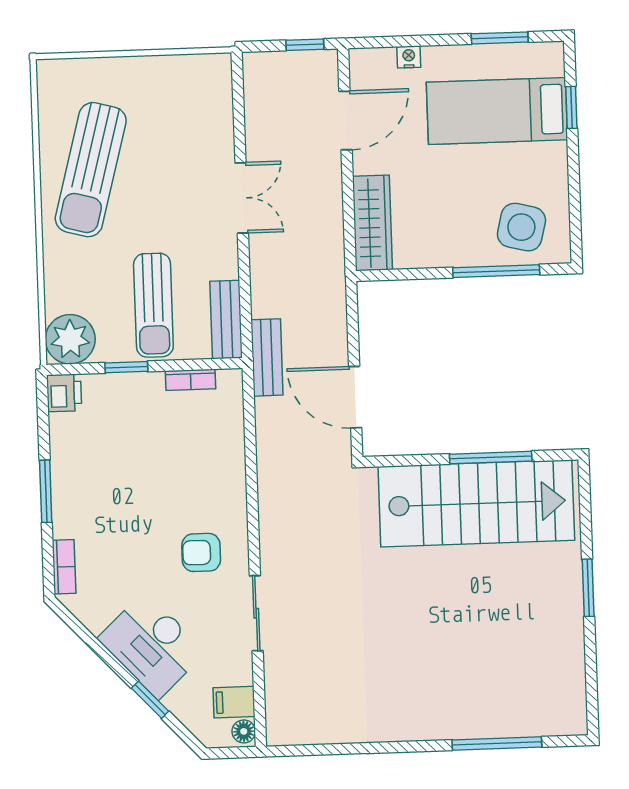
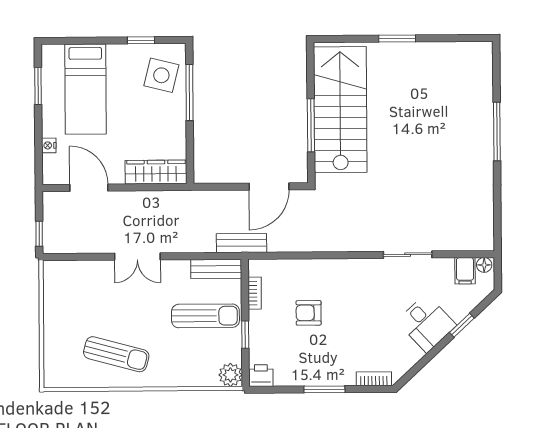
window: (305, 45) -> (39, 234), moved
window: (571, 107) -> (141, 40), moved
sun lounger: (91, 170) -> (116, 354), width x0.73, depth x0.75
double door: (242, 198) -> (137, 257), swing flipped
plant: (70, 339) -> (230, 375), width x0.73, depth x0.73
window: (491, 458) -> (311, 125), moved
armchair: (201, 552) -> (309, 313), moved, turned 90
desk: (152, 645) -> (427, 323), width x0.73
window: (497, 744) -> (497, 132), moved

